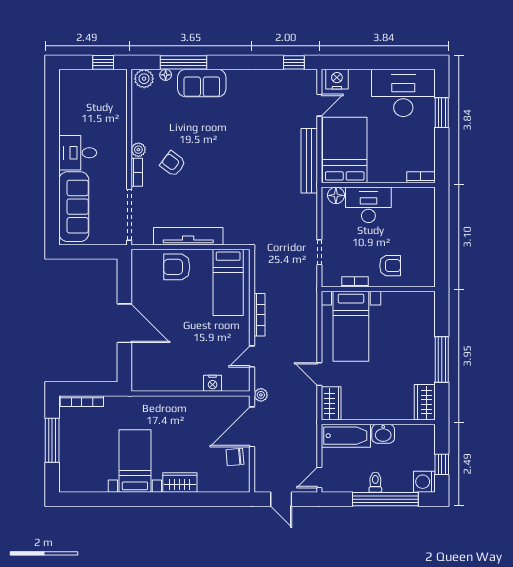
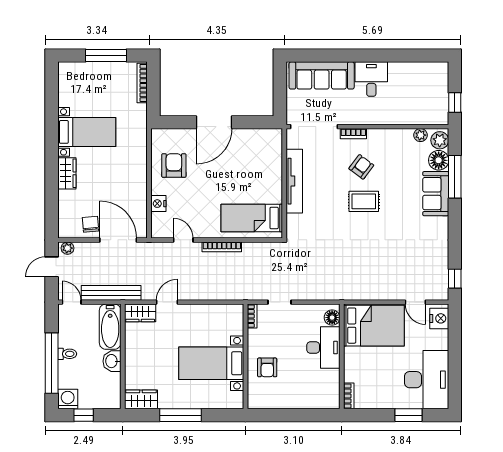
floor lamp: (166, 75) -> (439, 160), width x1.89, depth x1.89
plant: (138, 150) -> (420, 135), moved
rug: (210, 161) -> (364, 201), added
bench: (309, 161) -> (111, 293), moved
armchair: (177, 267) -> (174, 166), moved
bookcase: (355, 282) -> (252, 316), moved
bed with nightstands: (351, 326) -> (211, 363), moved
plant: (261, 395) -> (67, 248), moved

